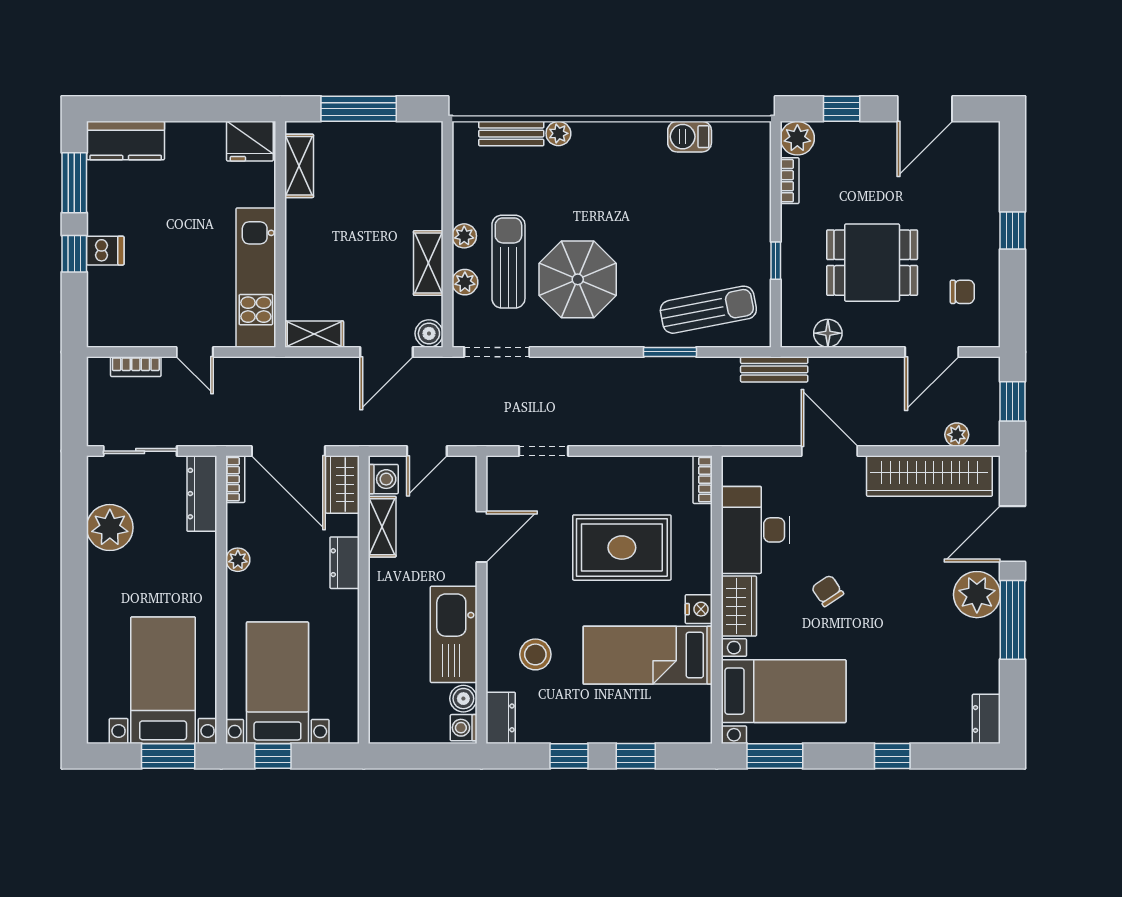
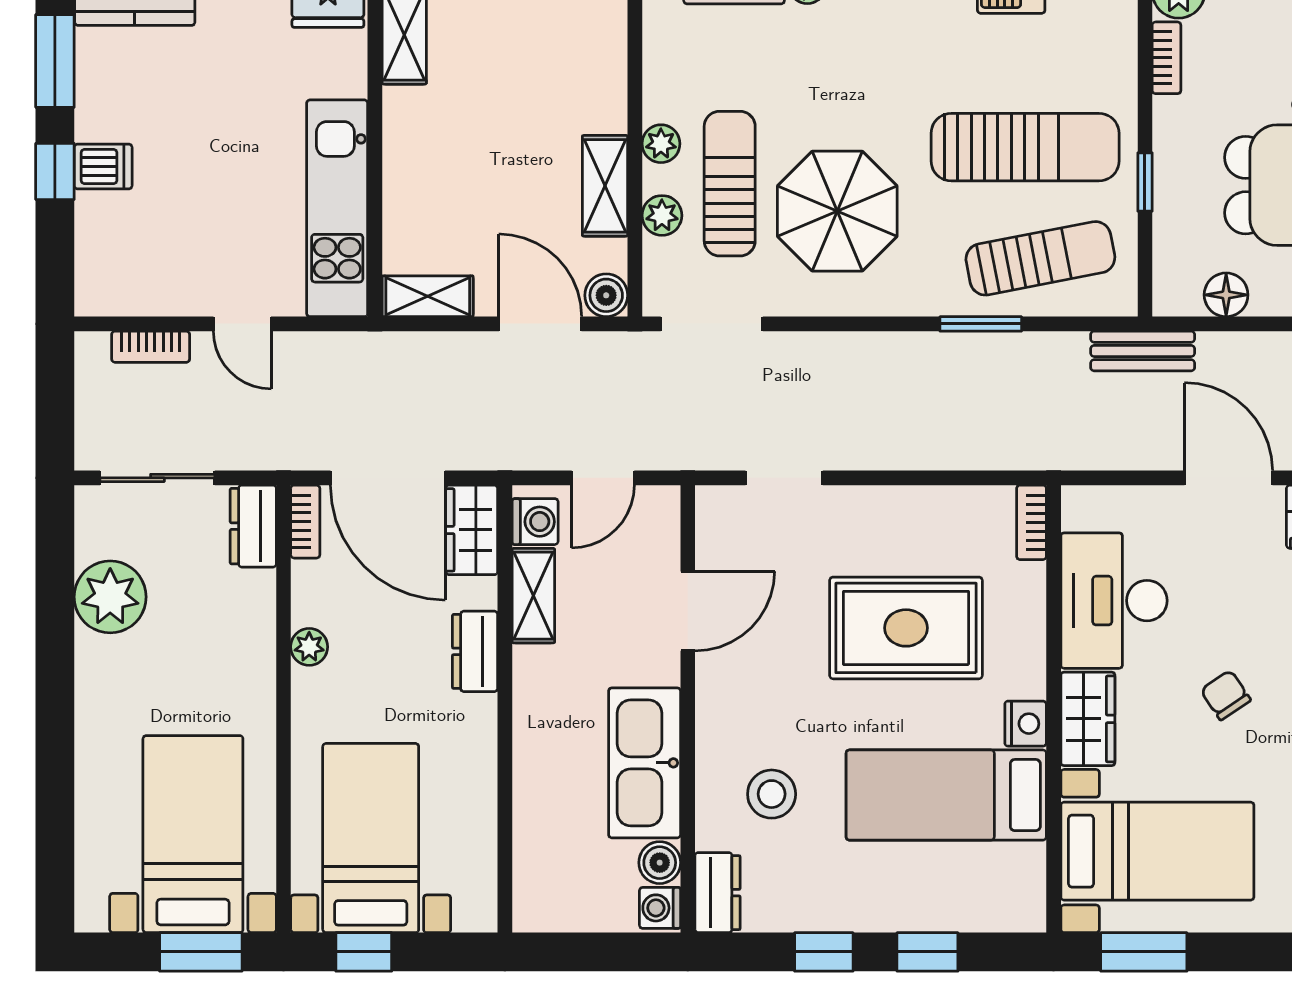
sun lounger: (699, 238) -> (1025, 147), added
door: (387, 352) -> (540, 324), swing flipped
dresser: (202, 494) -> (253, 526), width x0.70

